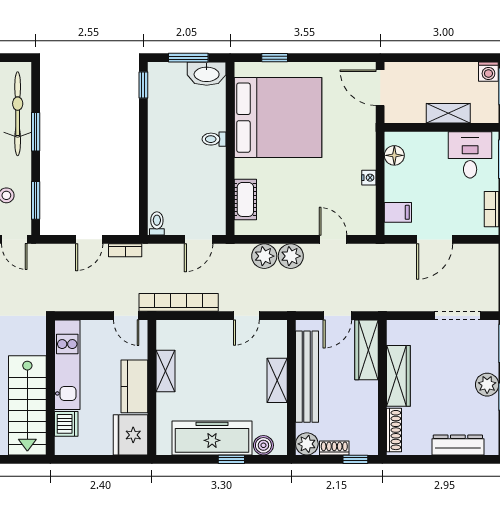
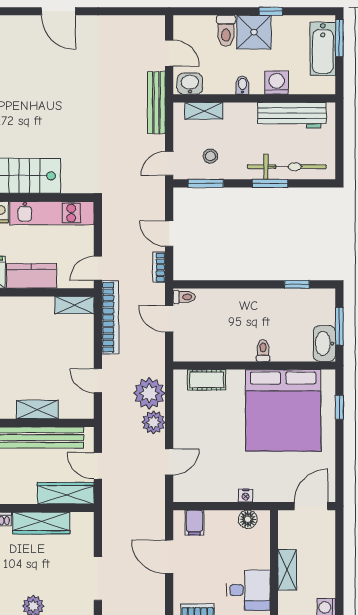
window: (143, 85) -> (297, 284), moved
nightstand: (369, 178) -> (246, 496), moved
door: (199, 239) -> (169, 319), moved
plant: (264, 256) -> (149, 393), width x1.36, depth x1.36
shelving: (165, 371) -> (74, 305), moved

